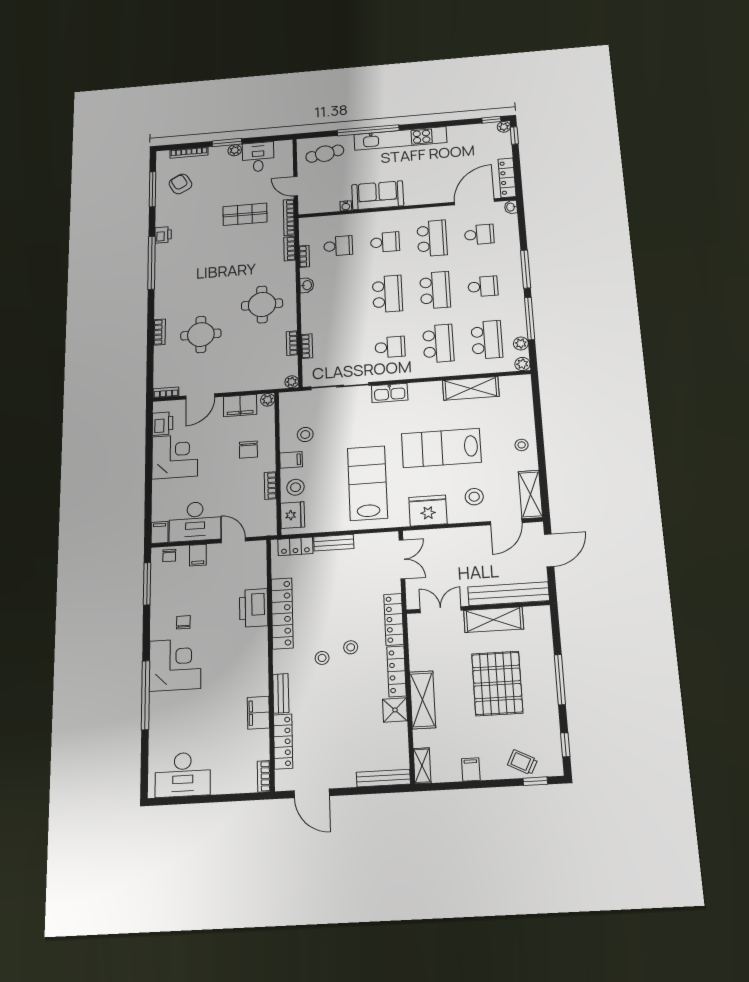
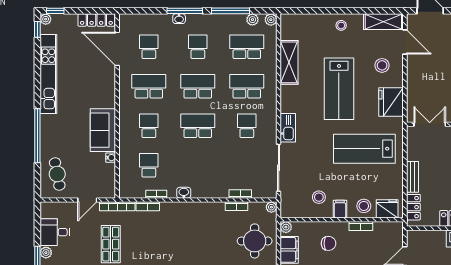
kitchen unit: (400, 138) -> (48, 74), moved
washbasin: (511, 207) -> (179, 19), moved
round table: (262, 304) -> (255, 241), moved

